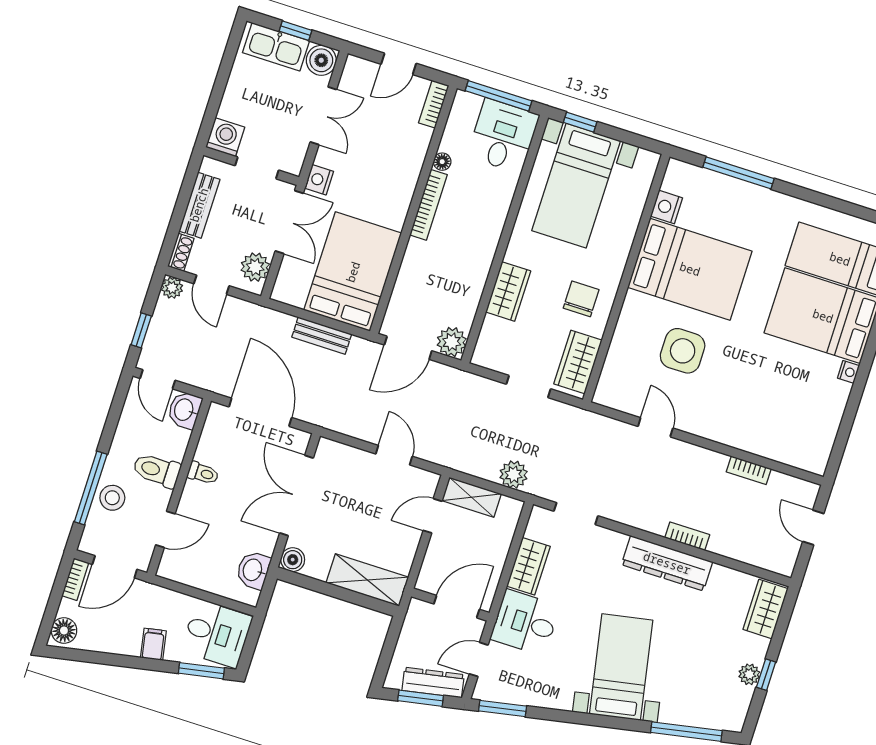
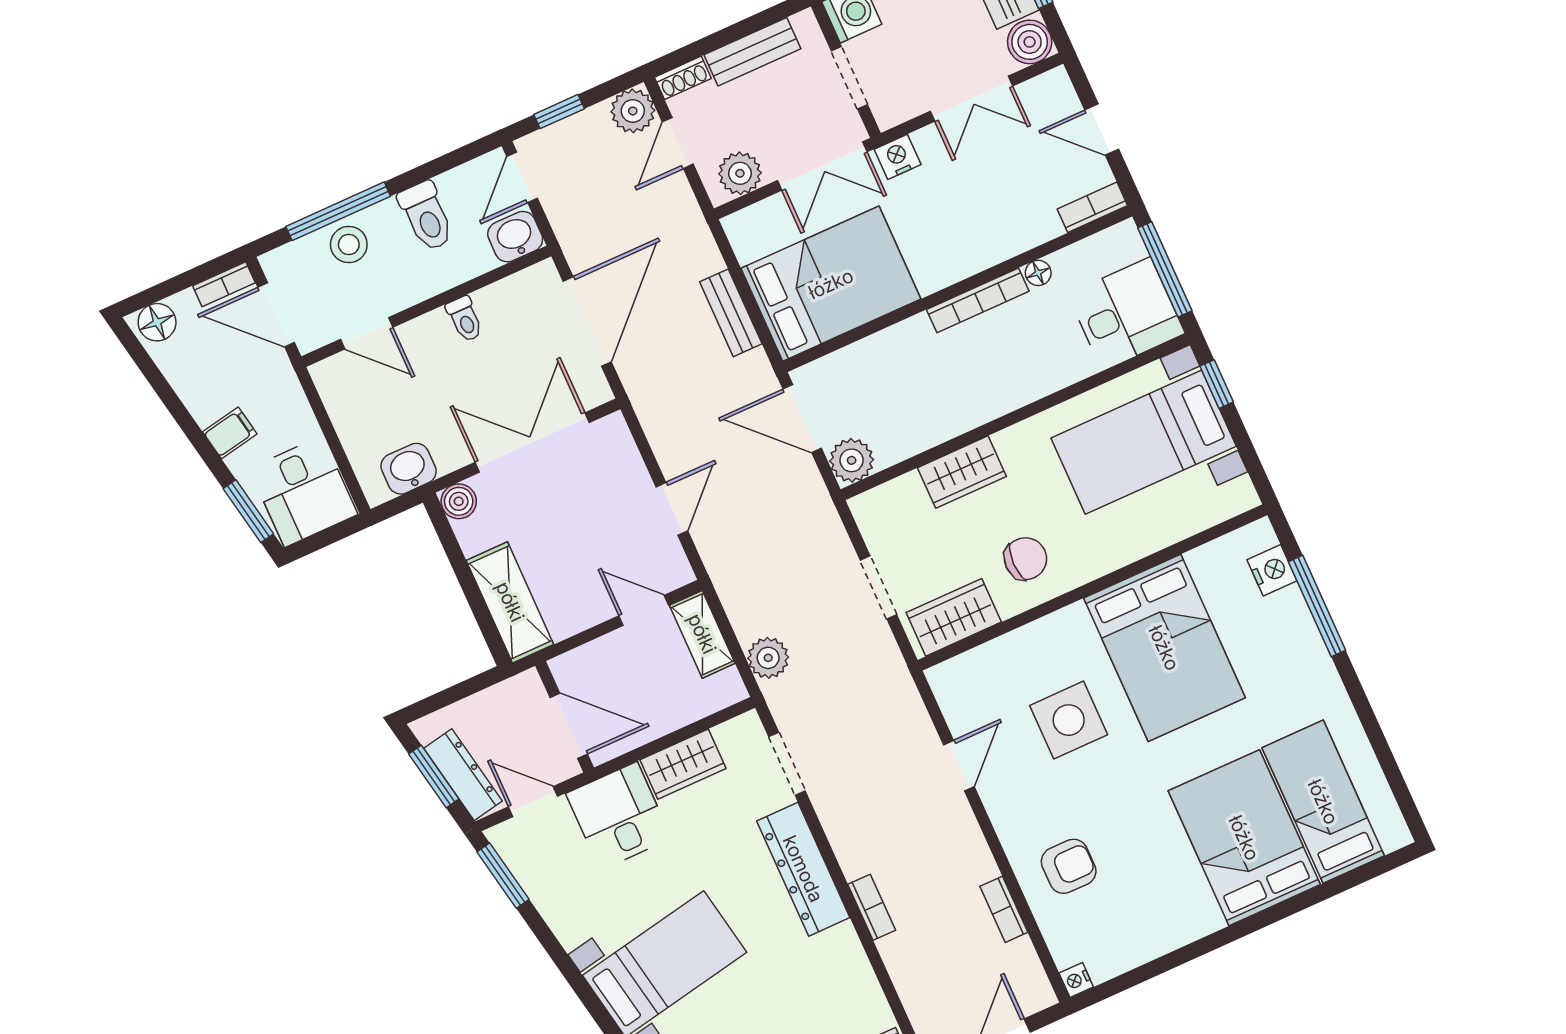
nightstand: (667, 207) -> (1272, 570), moved, turned 90
plant: (172, 288) -> (633, 111), width x1.38, depth x1.38
nightstand: (848, 372) -> (1076, 980), moved, turned 90
armchair: (757, 418) -> (1069, 866), added
toilet: (157, 470) -> (426, 216), moved, turned 180
dresser: (667, 563) -> (803, 869), moved

